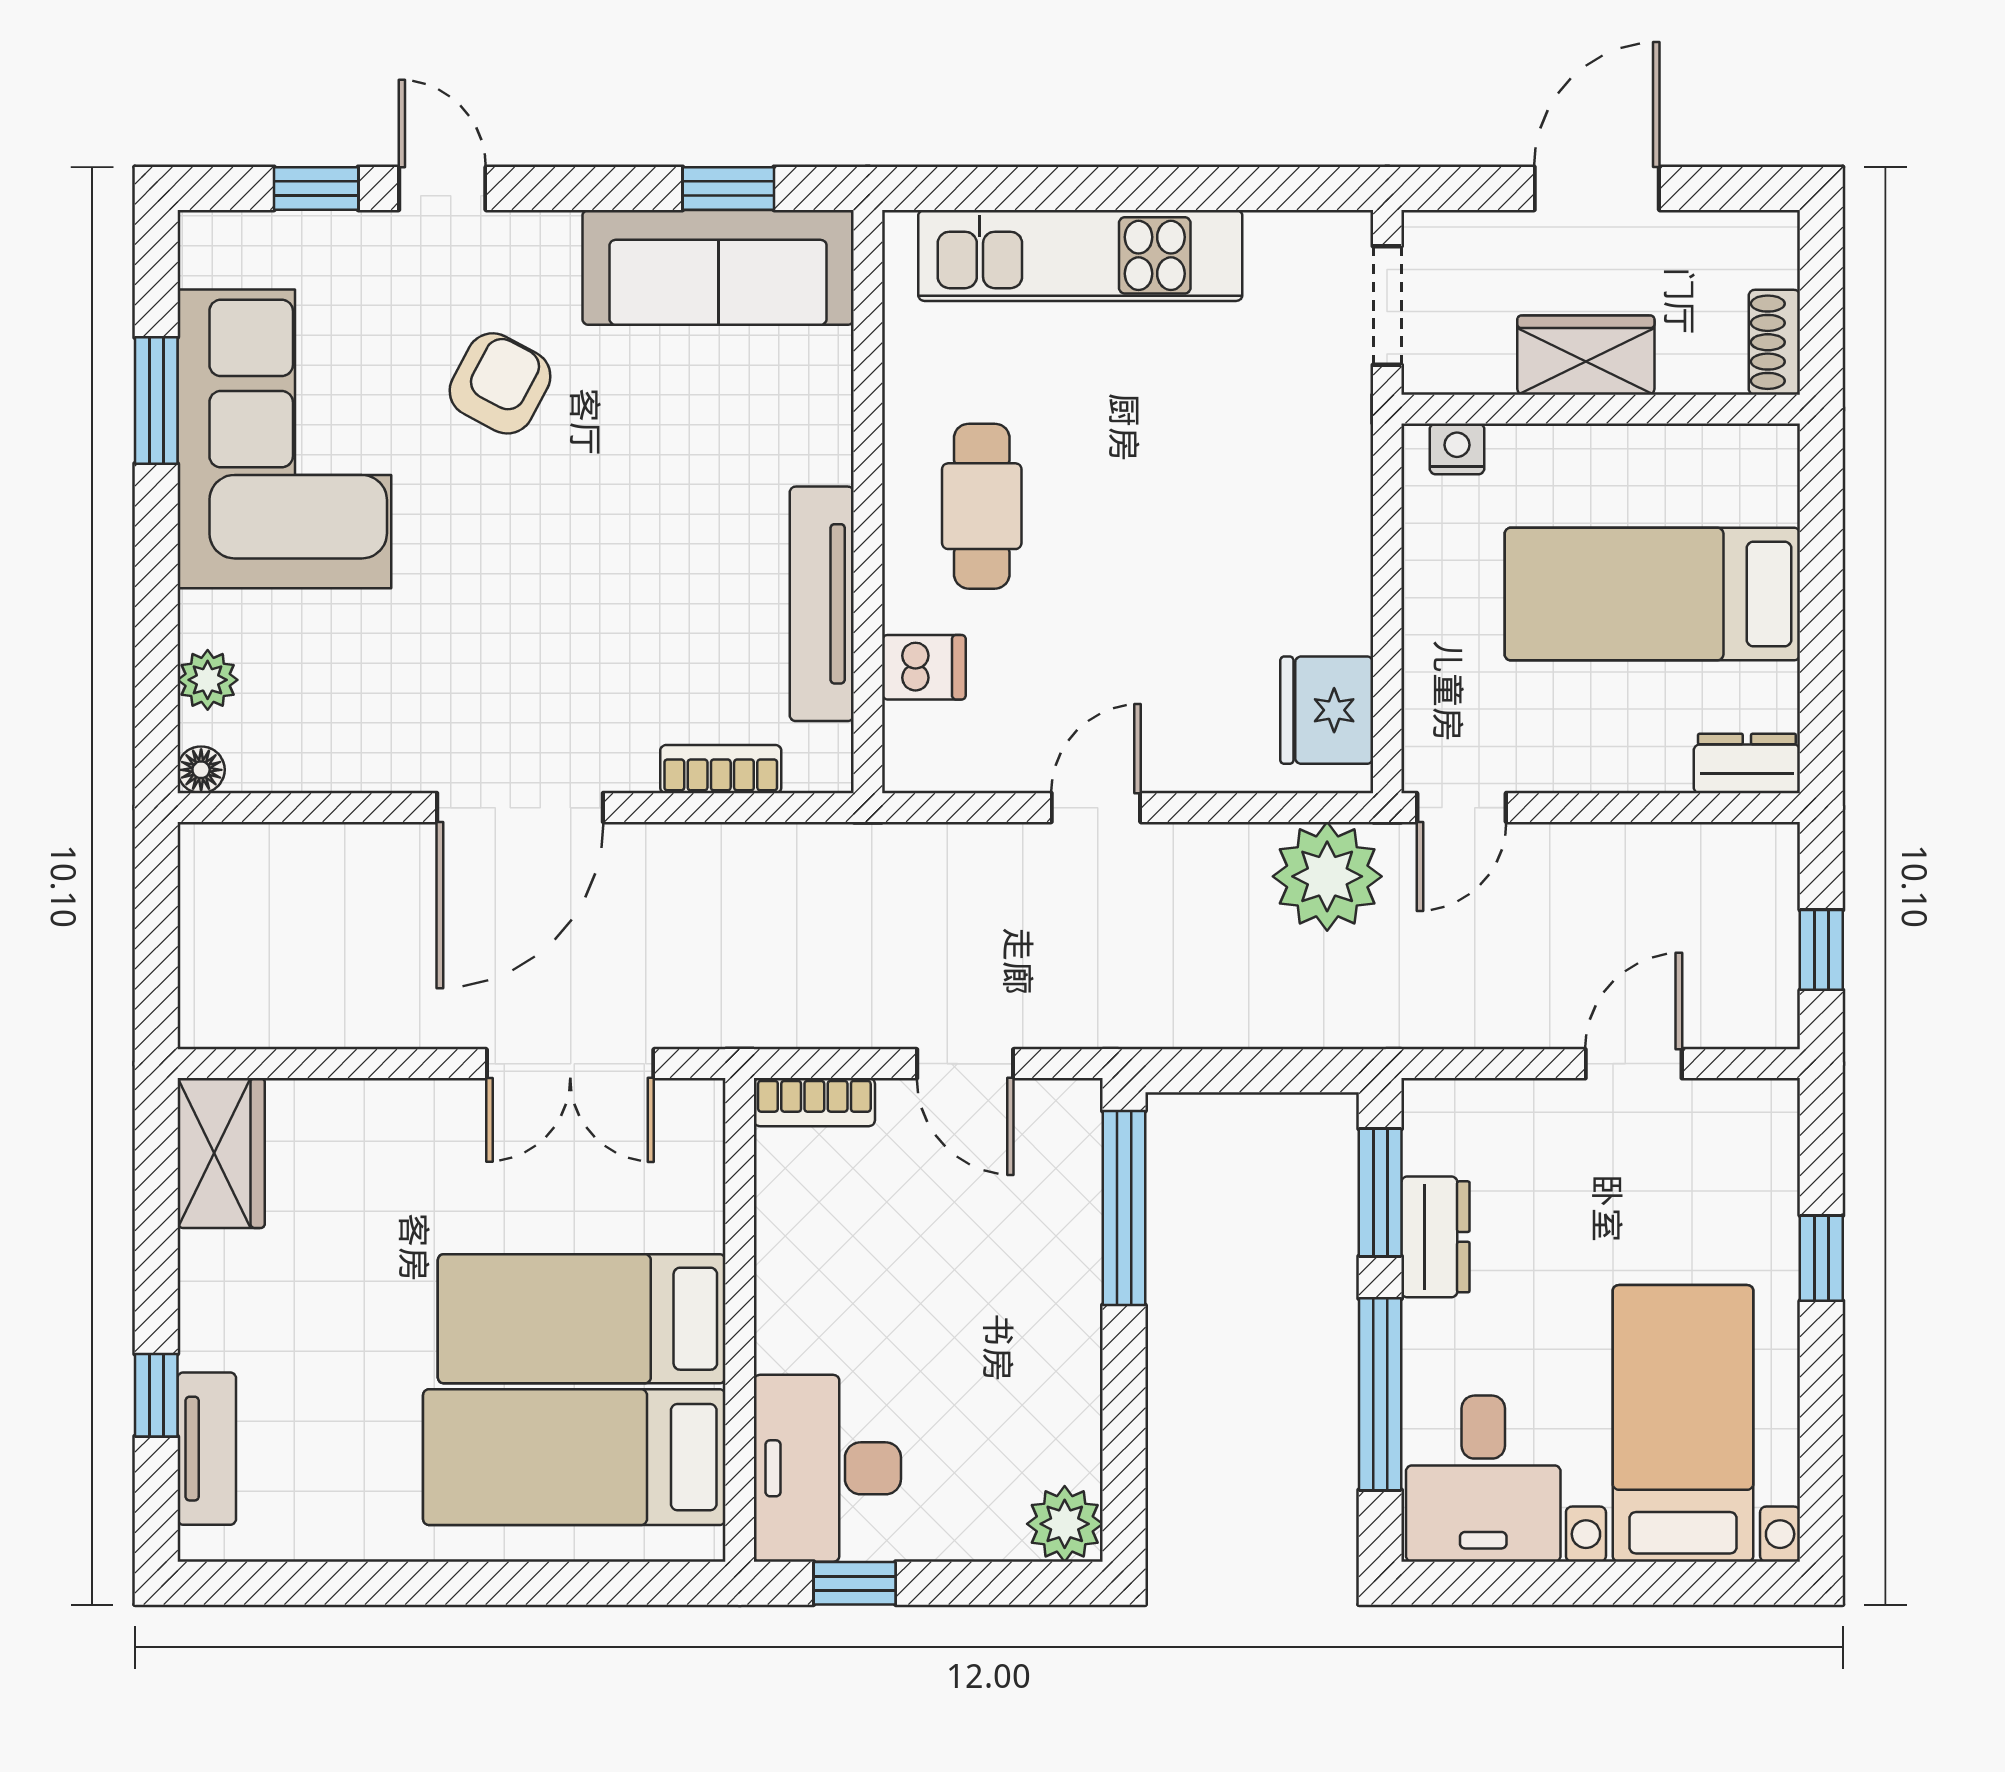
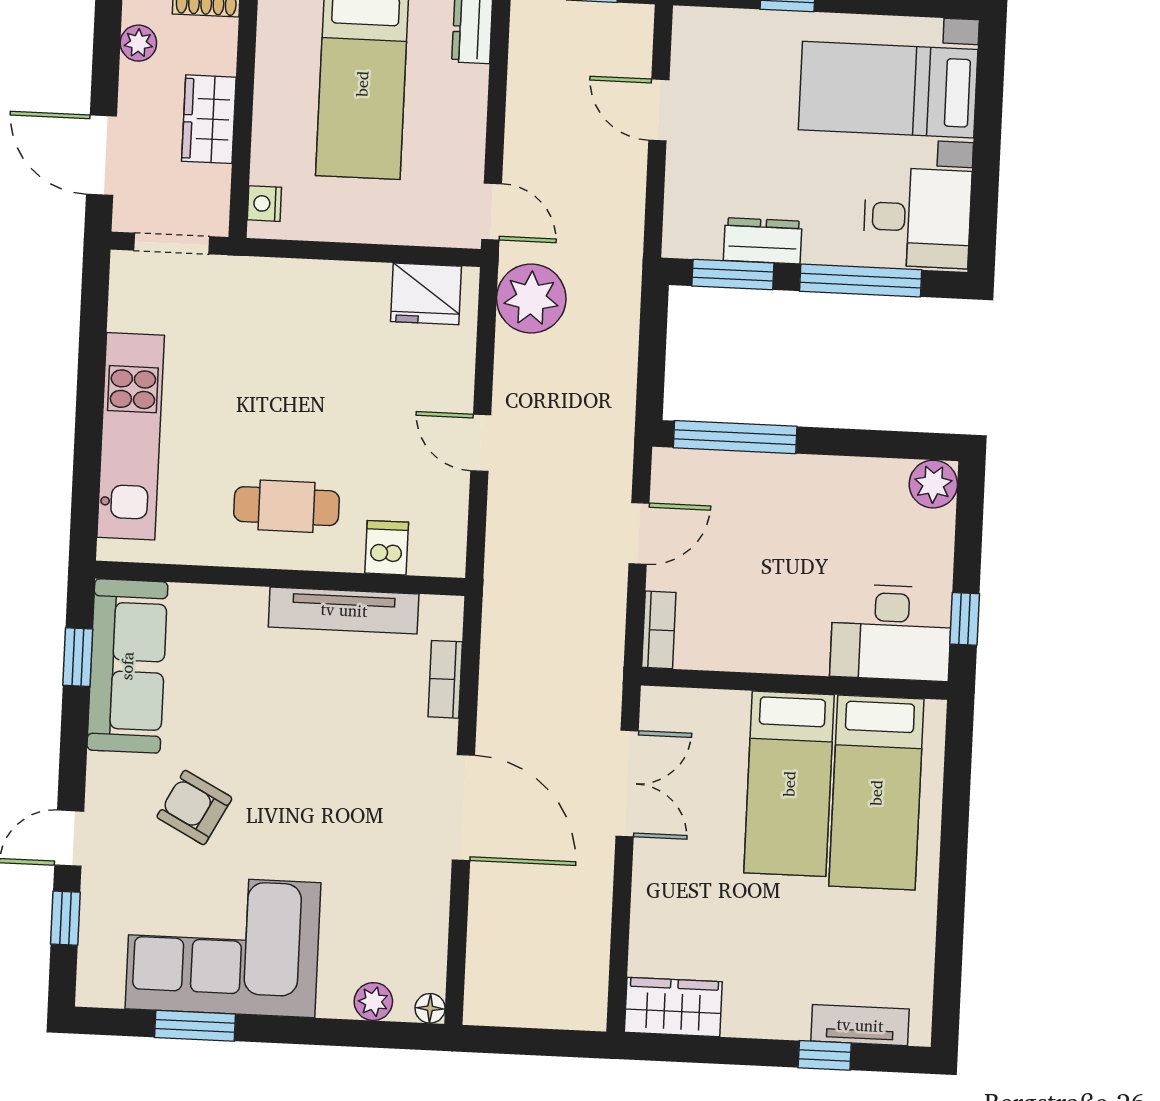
door: (1597, 188) -> (101, 155), moved
plant: (1701, 238) -> (138, 43), added

